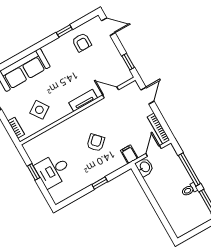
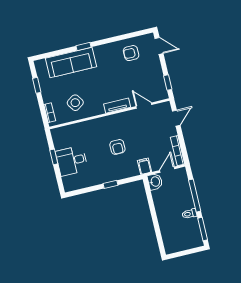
window: (64, 31) -> (84, 47), moved
armchair: (82, 42) -> (131, 53), turned 90
armchair: (96, 143) -> (117, 147), turned 134

